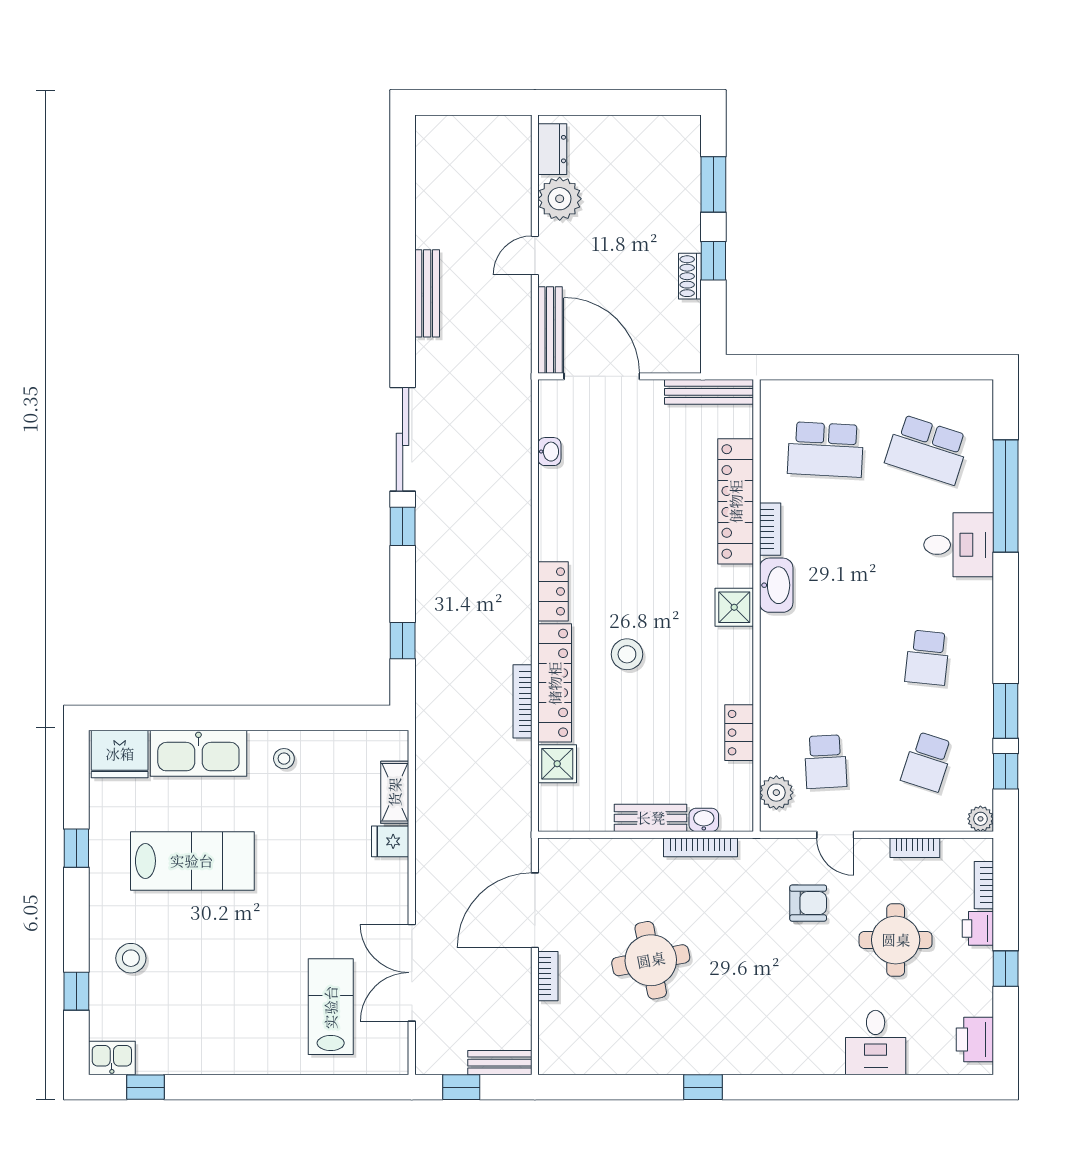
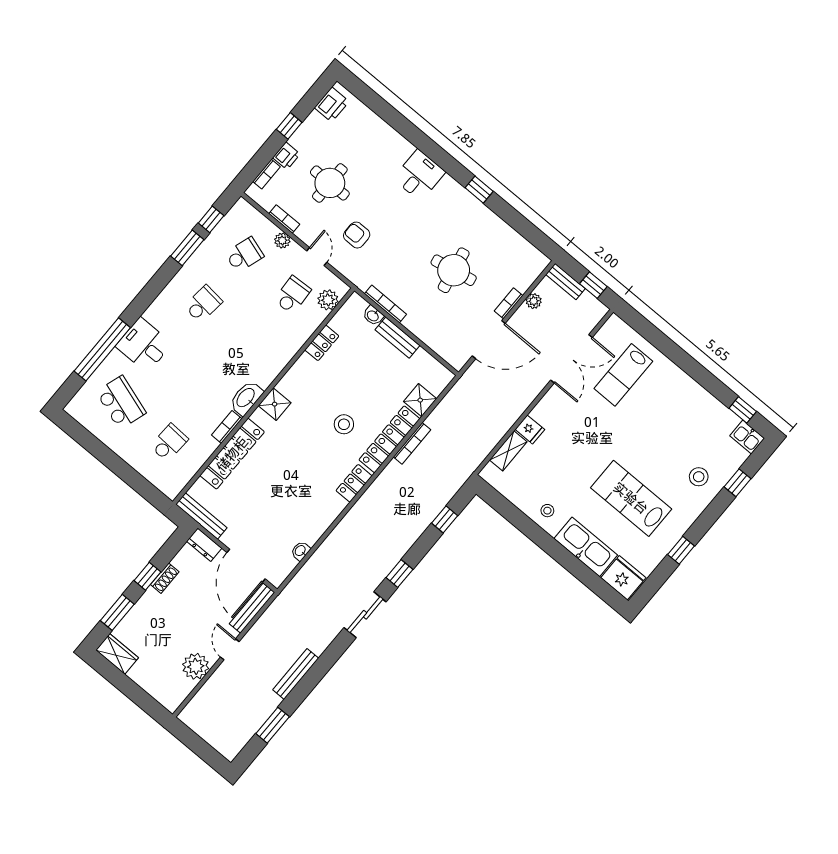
wardrobe: (670, 133) -> (117, 654), added
dresser: (552, 149) -> (204, 545), moved, turned -90
window: (403, 206) -> (273, 725), added
door: (535, 255) -> (230, 649), swing flipped
sliding door: (403, 439) -> (365, 615), width x0.73
school desk: (826, 450) -> (169, 443), width x0.54
plant: (980, 819) -> (282, 241), moved
plant: (519, 1005) -> (534, 301), added
desk: (876, 1042) -> (419, 175), moved

